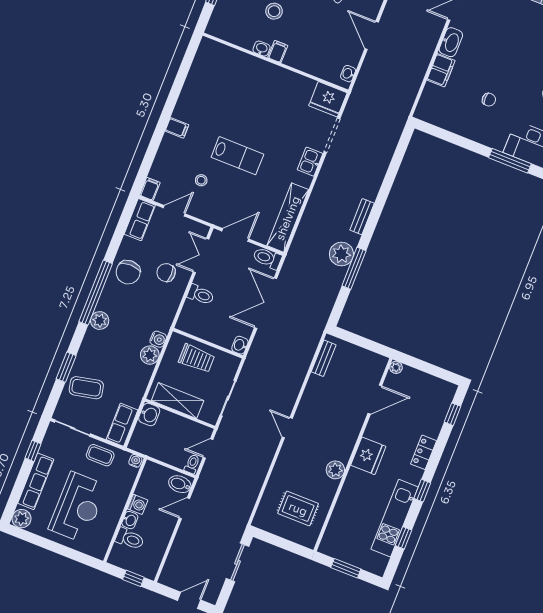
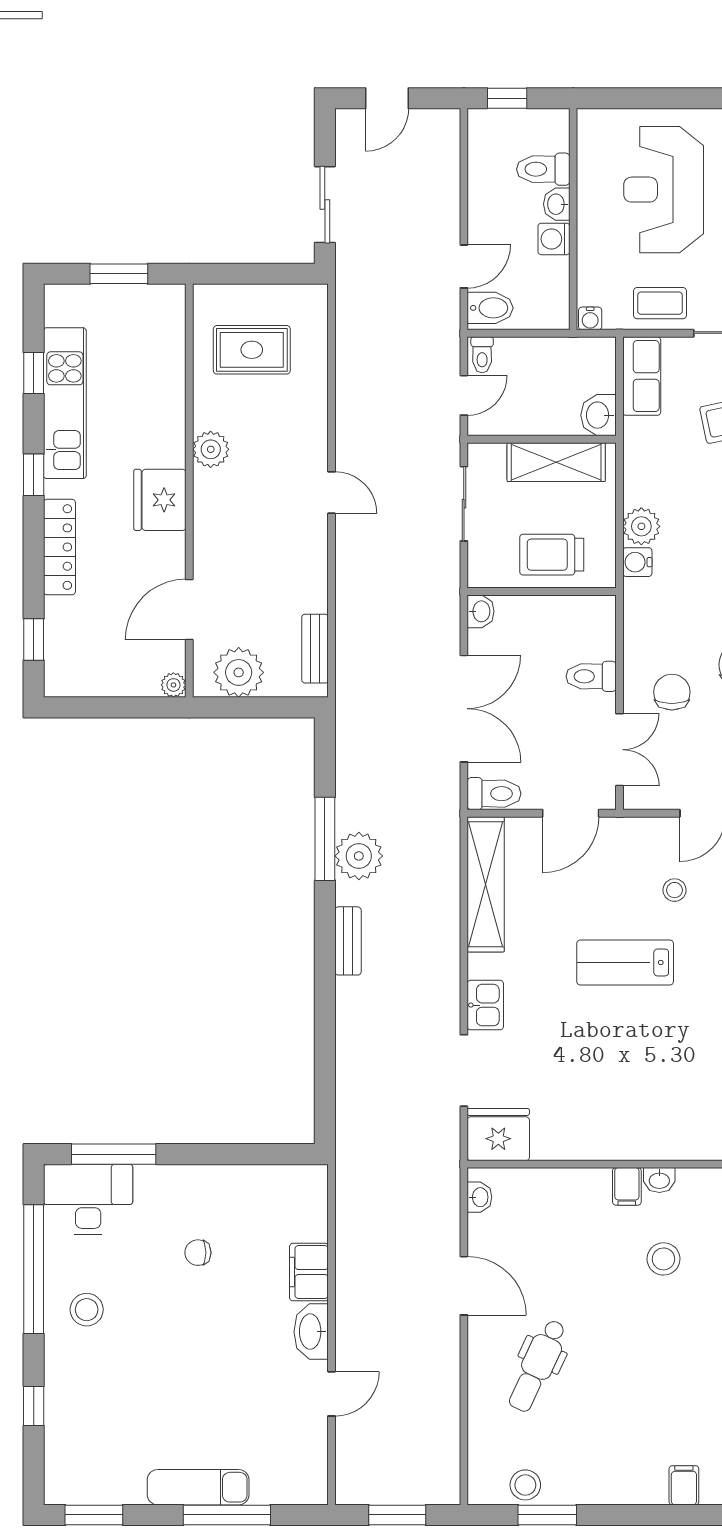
chair: (166, 273) -> (672, 692), turned -90
plant: (363, 361) -> (239, 672), added
locker: (424, 452) -> (59, 547), width x1.53

